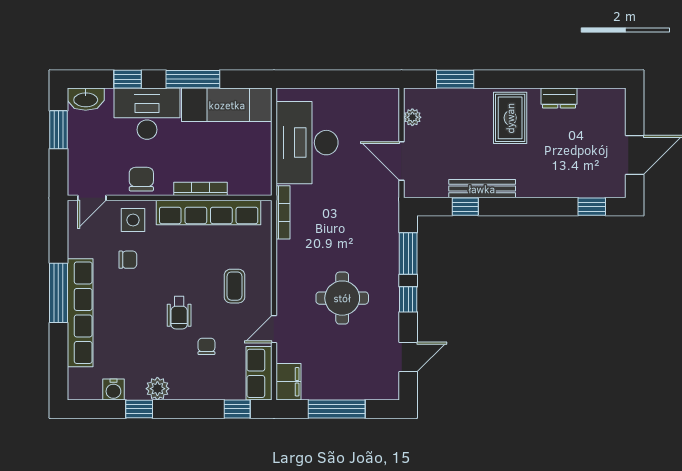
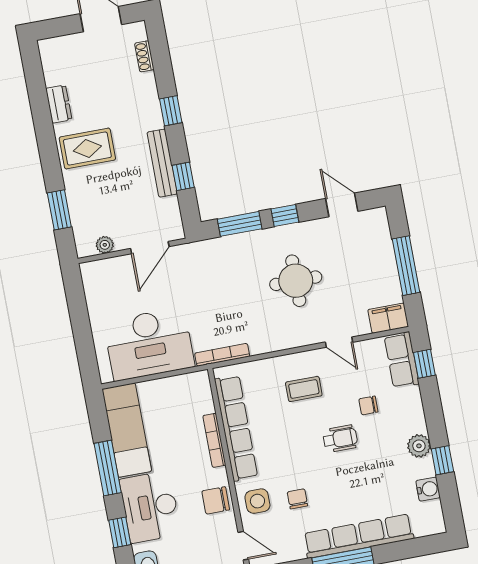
shoe rack: (590, 191) -> (144, 56), added
window: (592, 207) -> (171, 111), moved
row of seats: (259, 373) -> (402, 360), moved, turned 90

